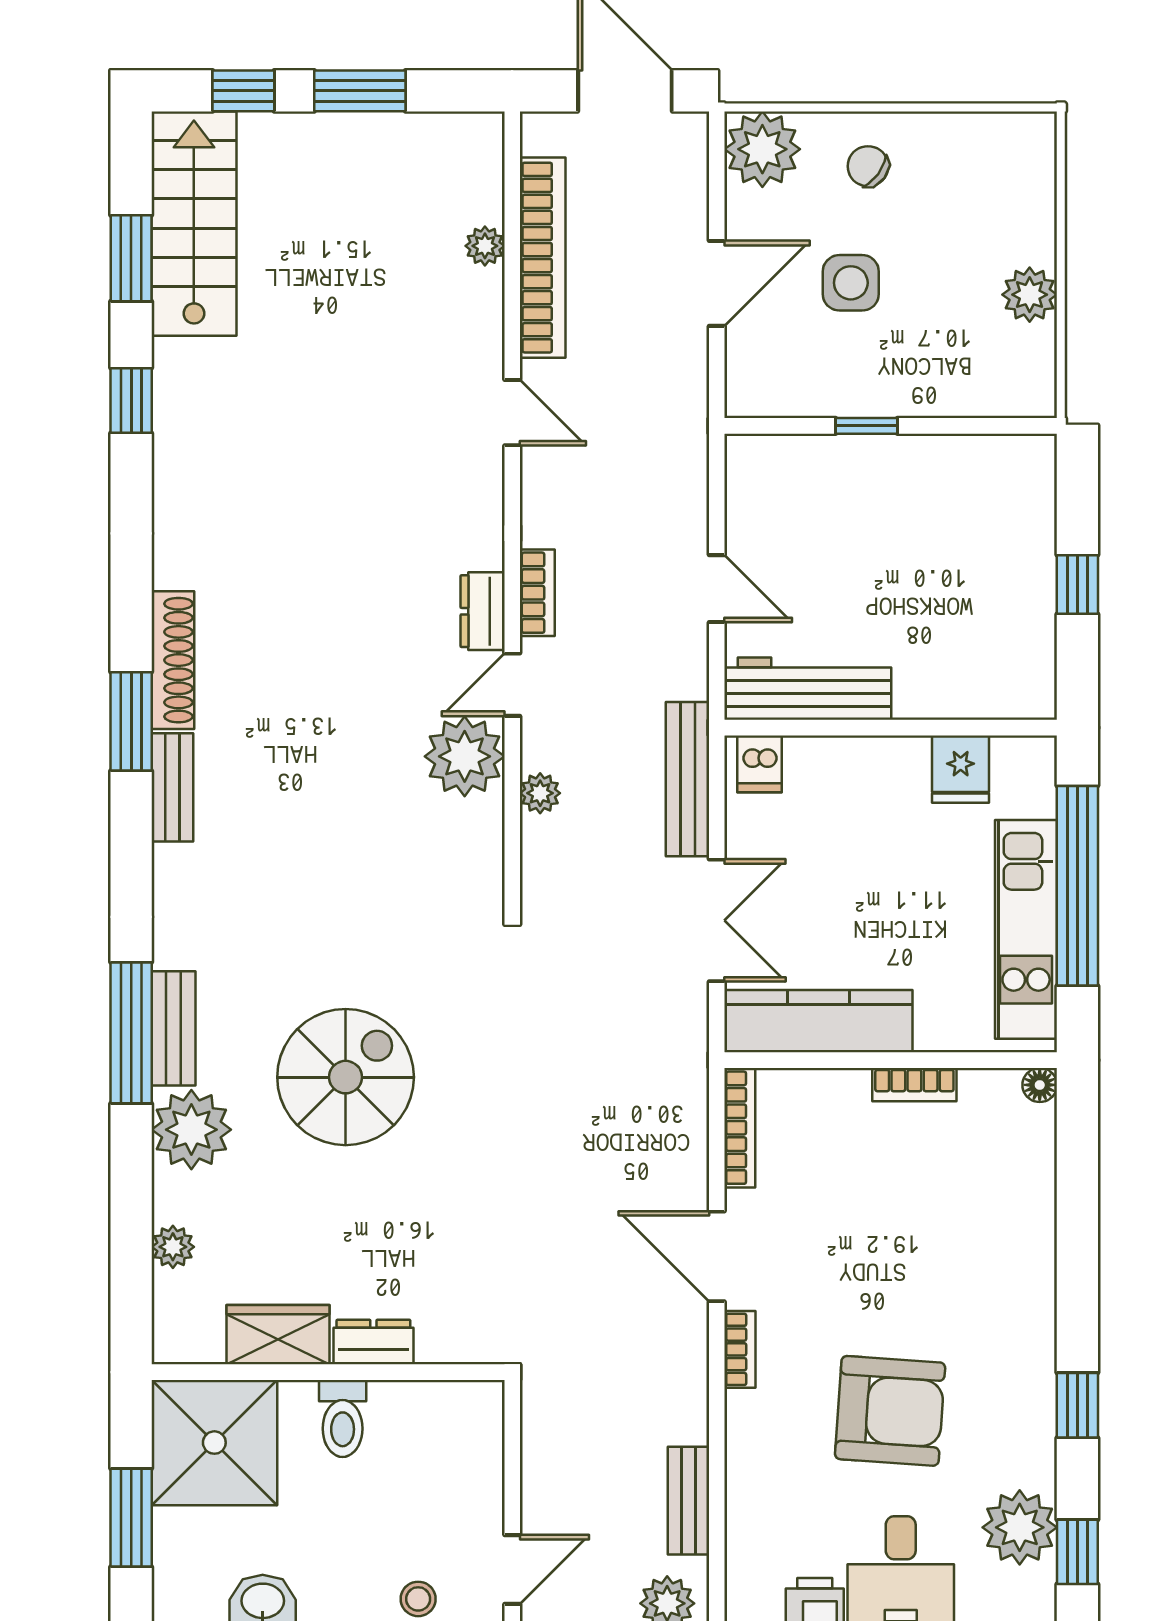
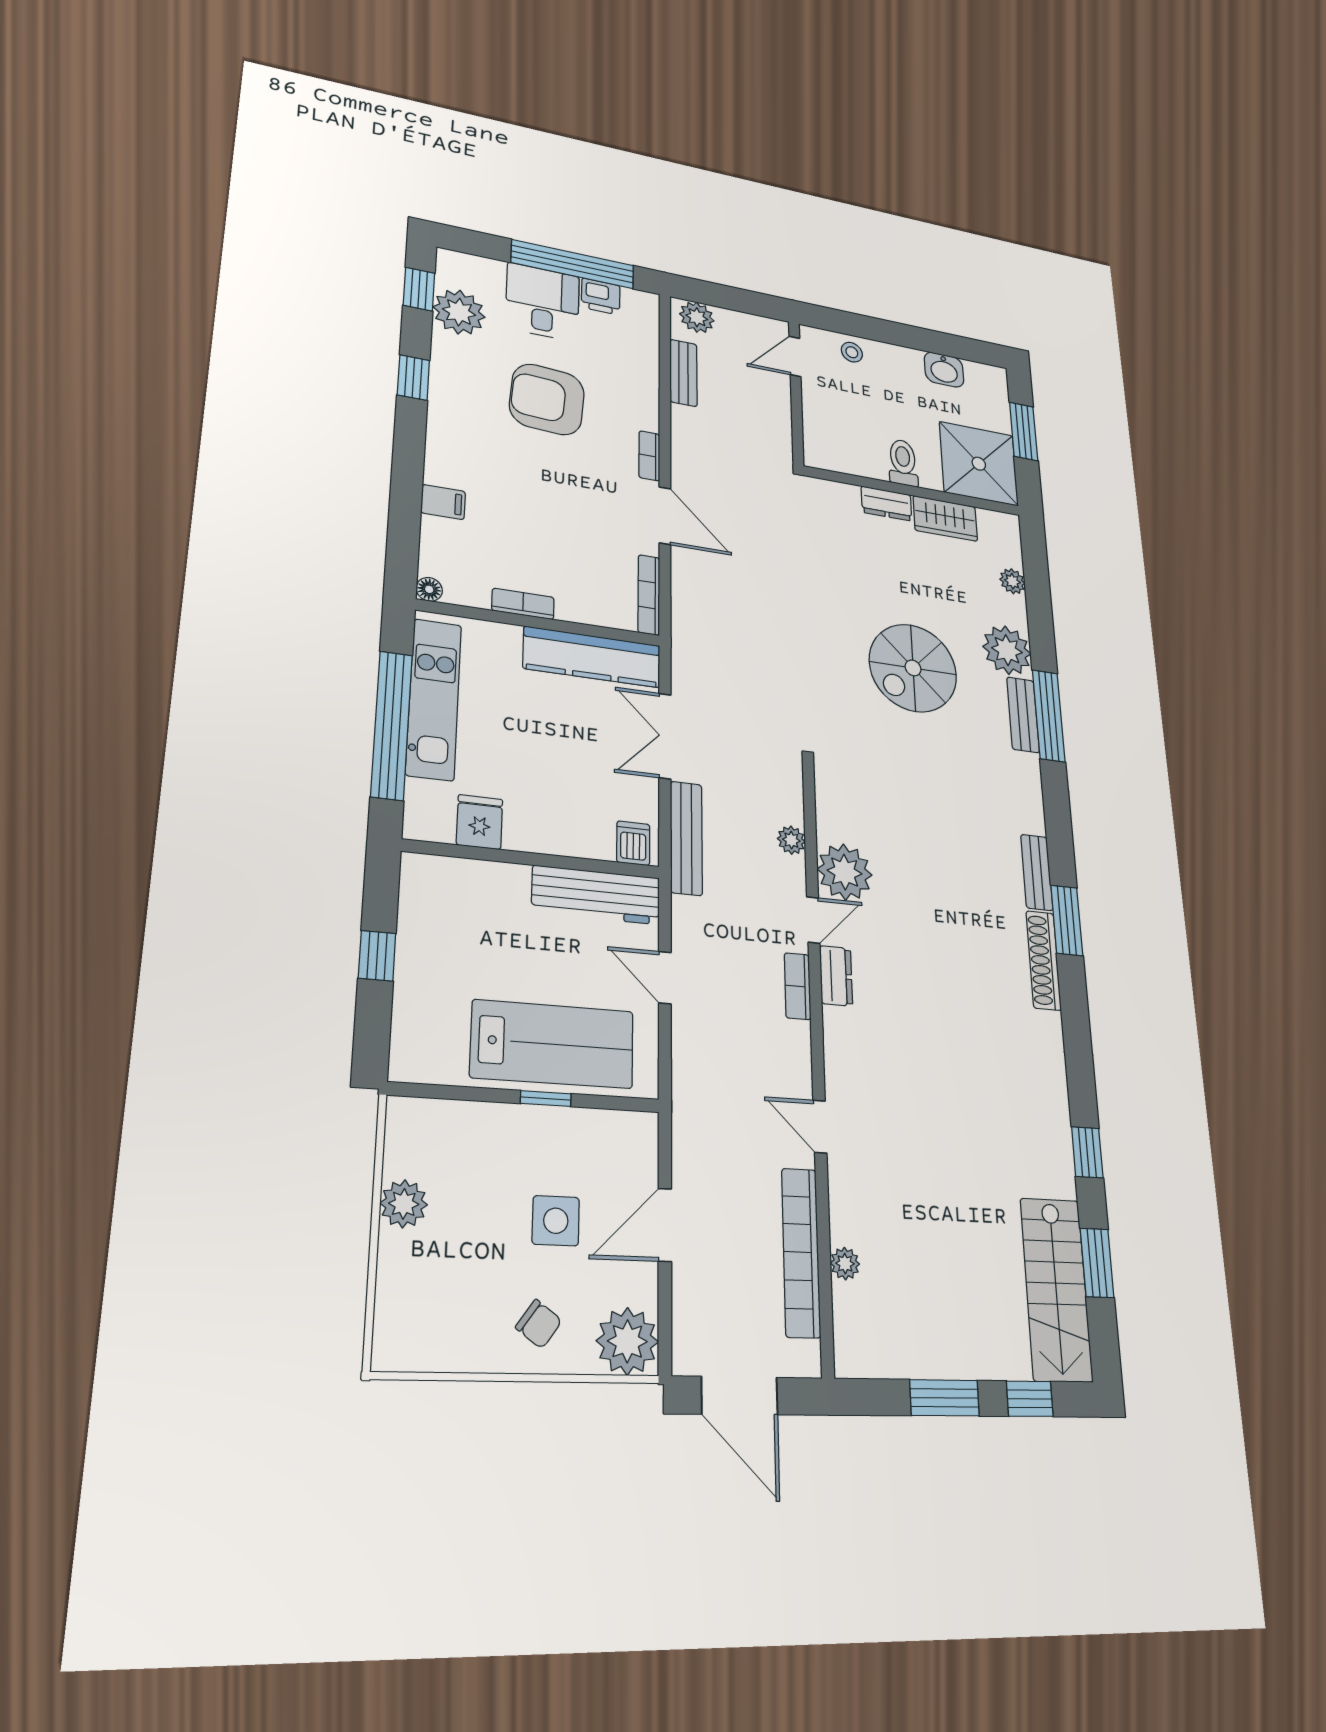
lab bench: (860, 493) -> (553, 1044), added
filing cabinet: (1028, 1219) -> (443, 502), added

